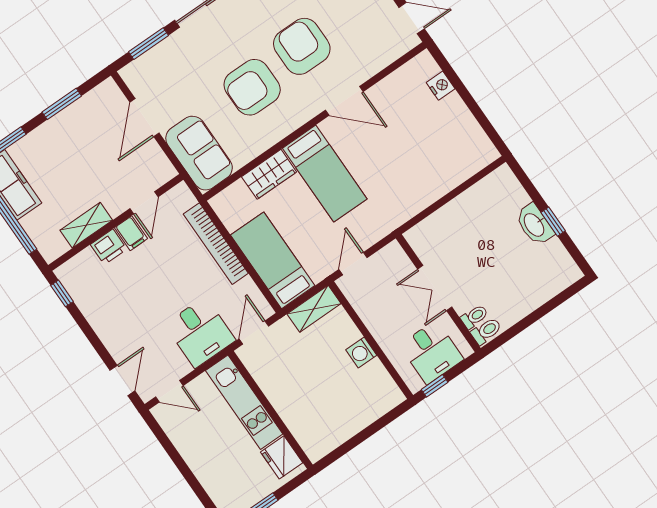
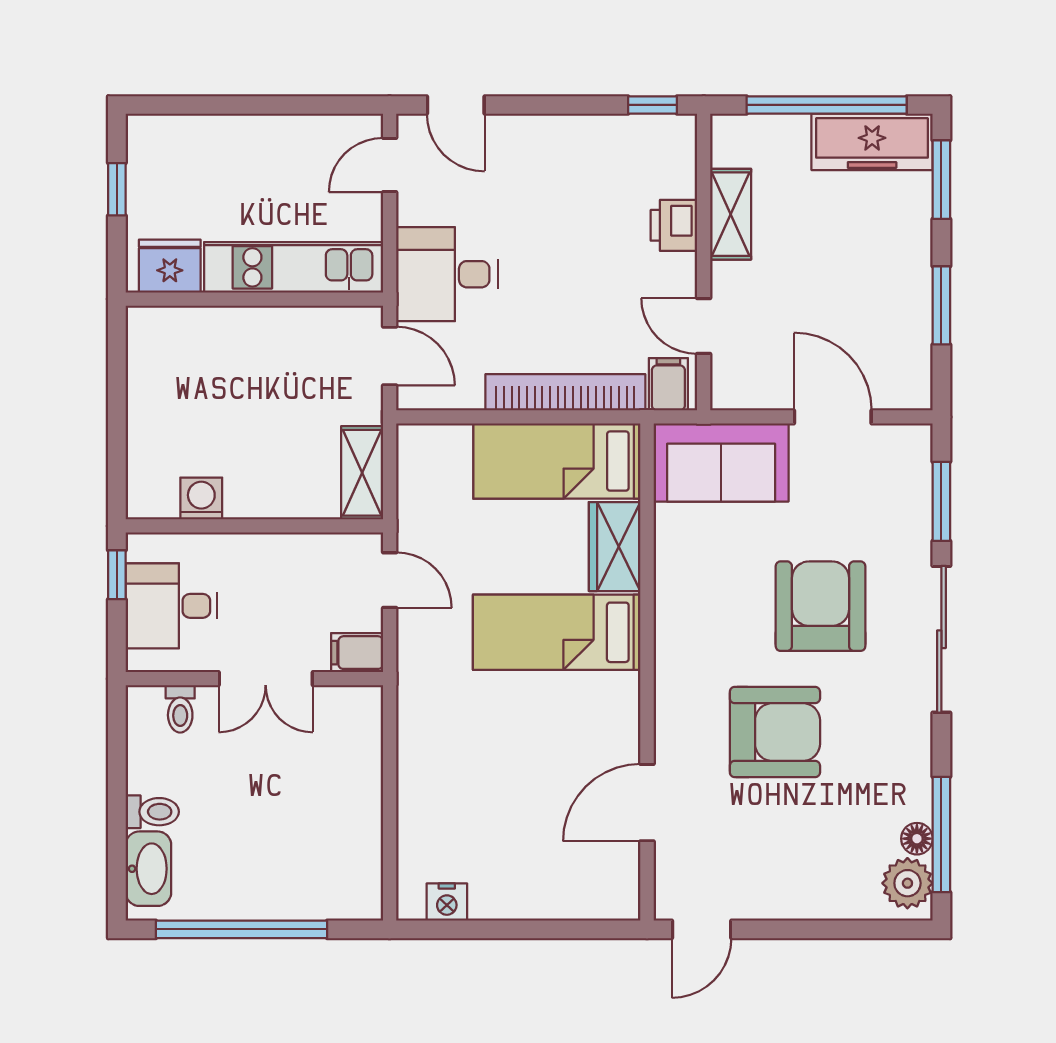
nightstand: (441, 86) -> (447, 902), moved
armchair: (252, 87) -> (821, 606), moved
door: (344, 101) -> (647, 803), moved
window: (553, 222) -> (242, 929), width x3.17
washbasin: (535, 225) -> (148, 869), moved, turned 90
filing cabinet: (131, 233) -> (668, 384), moved, turned 90
filing cabinet: (395, 256) -> (357, 653), added
bed: (273, 260) -> (557, 461), moved, turned 180
double door: (435, 288) -> (266, 679), swing flipped
toilet: (486, 331) -> (152, 812), moved, turned -90
washing machine: (361, 353) -> (201, 498), moved

